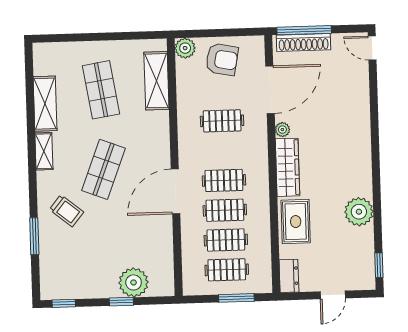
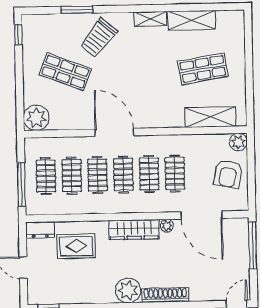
shoe rack: (304, 42) -> (165, 295), moved, turned 90
clothes rail: (223, 151) -> (149, 174), added
shop shelf: (103, 169) -> (65, 72), moved
trolley: (67, 211) -> (98, 38), width x1.36, depth x1.39
plant: (359, 212) -> (128, 290), moved
rug: (296, 222) -> (76, 246), moved
plant: (134, 282) -> (36, 118), moved
window: (236, 298) -> (21, 184), width x1.44
window: (121, 302) -> (19, 85), removed

